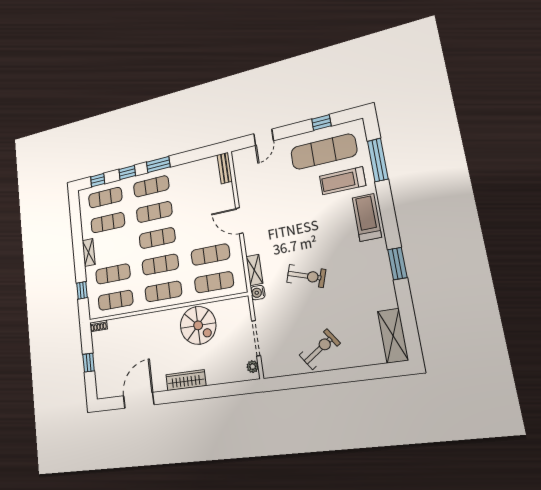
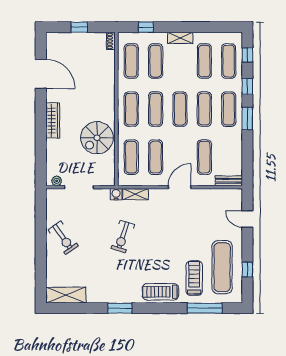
exercise mat: (203, 201) -> (204, 157), added
treadmill: (367, 217) -> (160, 292), turned 180

